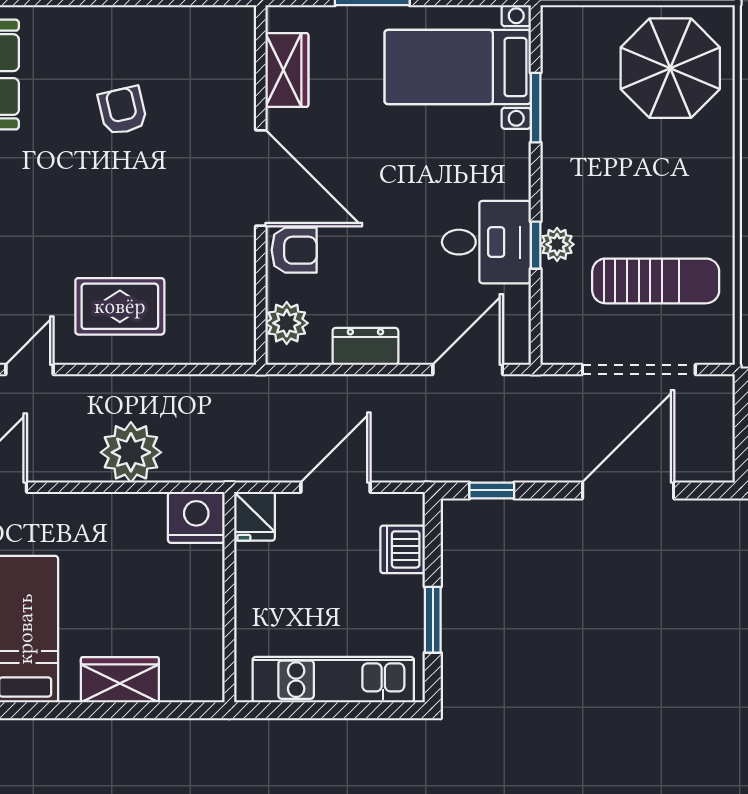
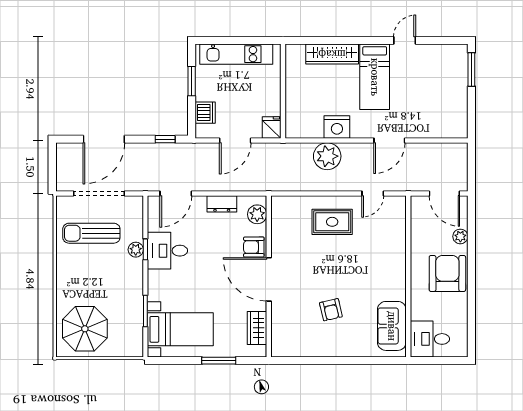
nightstand: (196, 517) -> (337, 127), moved
wardrobe: (120, 680) -> (332, 54), width x1.50

